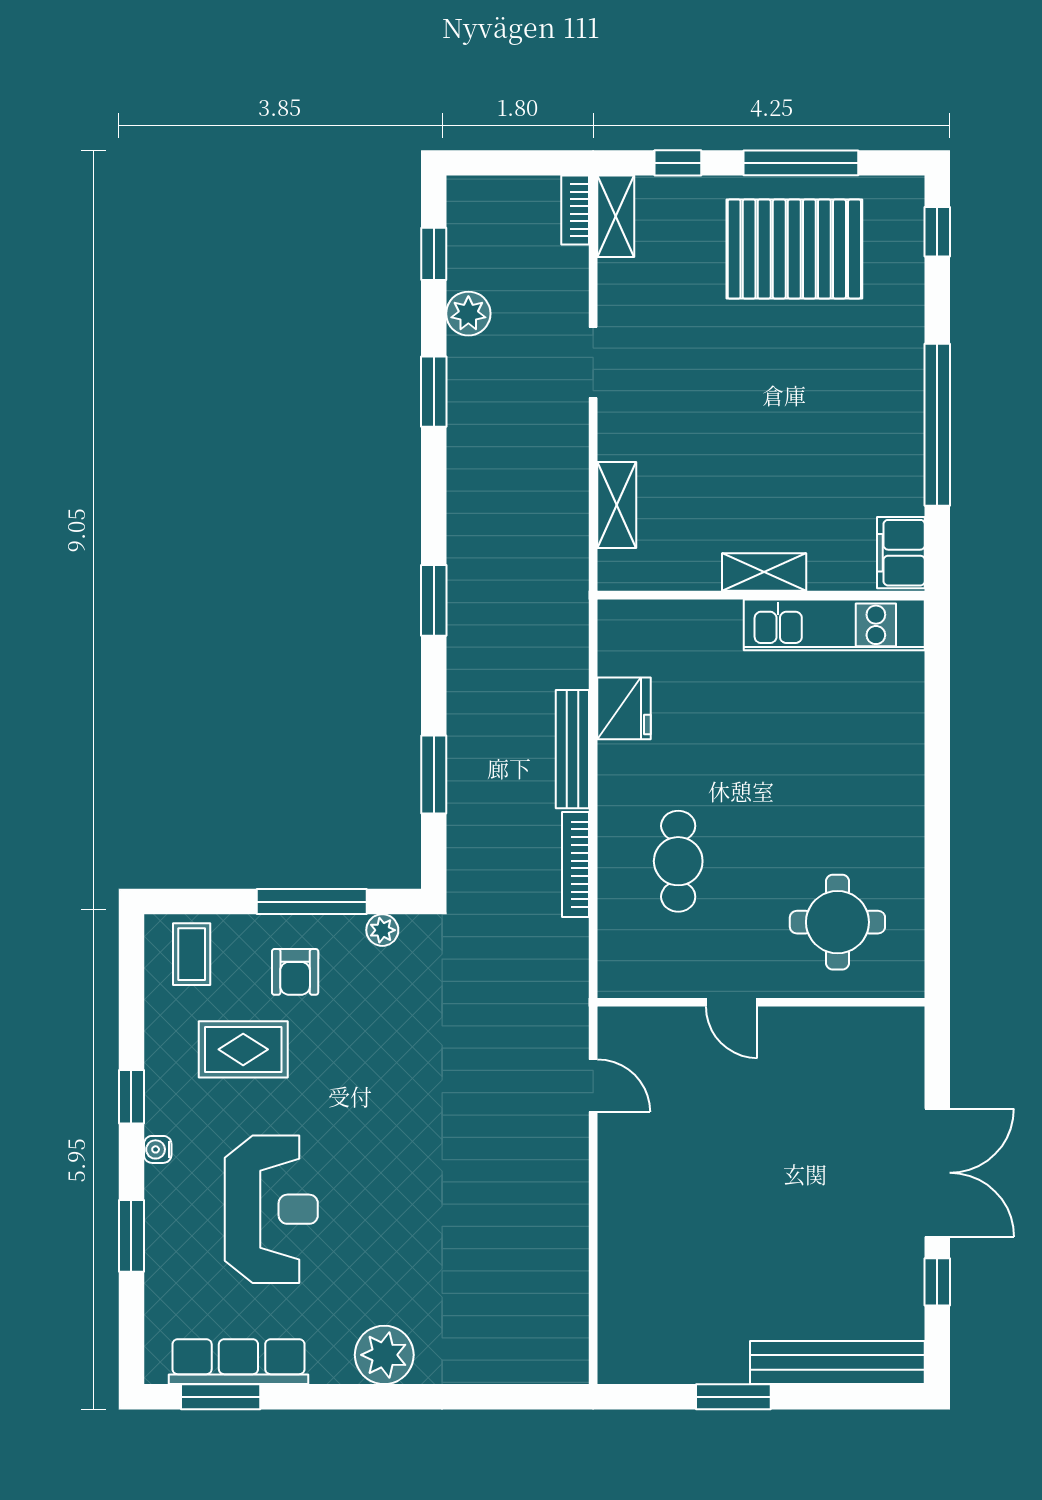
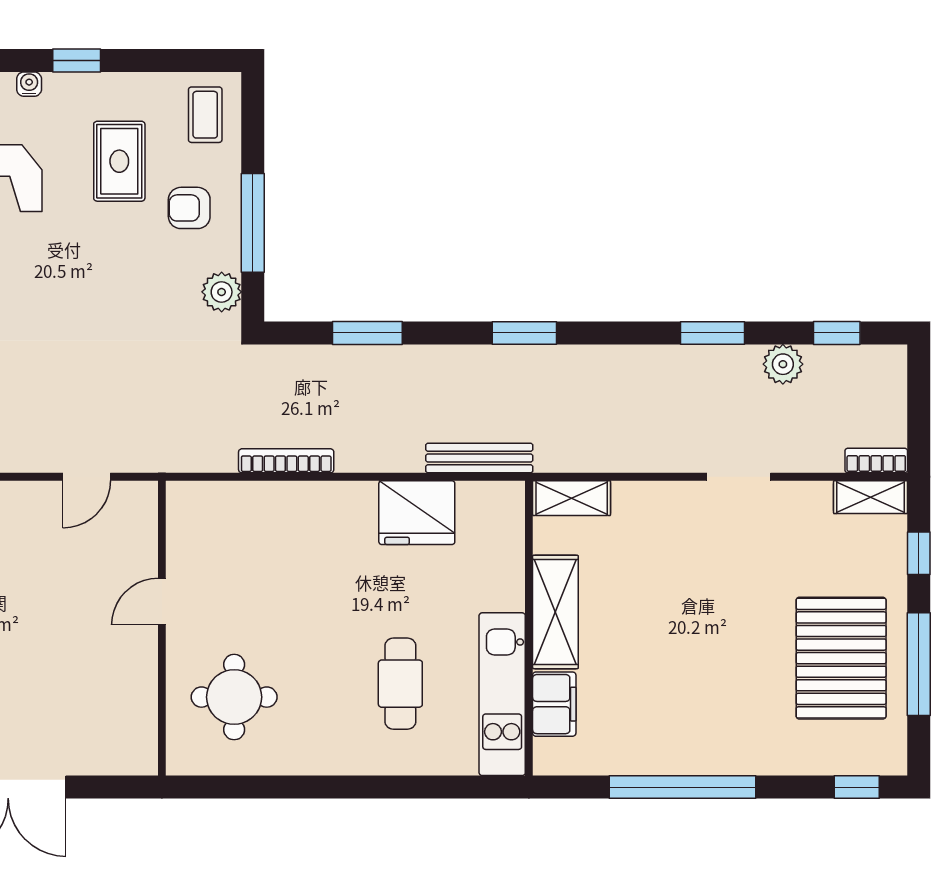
shelving: (617, 505) -> (572, 498), moved
filing cabinet: (901, 553) -> (554, 704), moved, turned 90
shelving: (764, 572) -> (555, 612), width x1.50, depth x1.33
fridge: (624, 708) -> (417, 513), width x1.36, depth x1.34
bench: (572, 749) -> (479, 458), moved
cafe table: (678, 861) -> (400, 684), moved, turned 90
plant: (382, 930) -> (222, 292), width x1.38, depth x1.38
coffee table: (192, 954) -> (205, 115), turned 90

